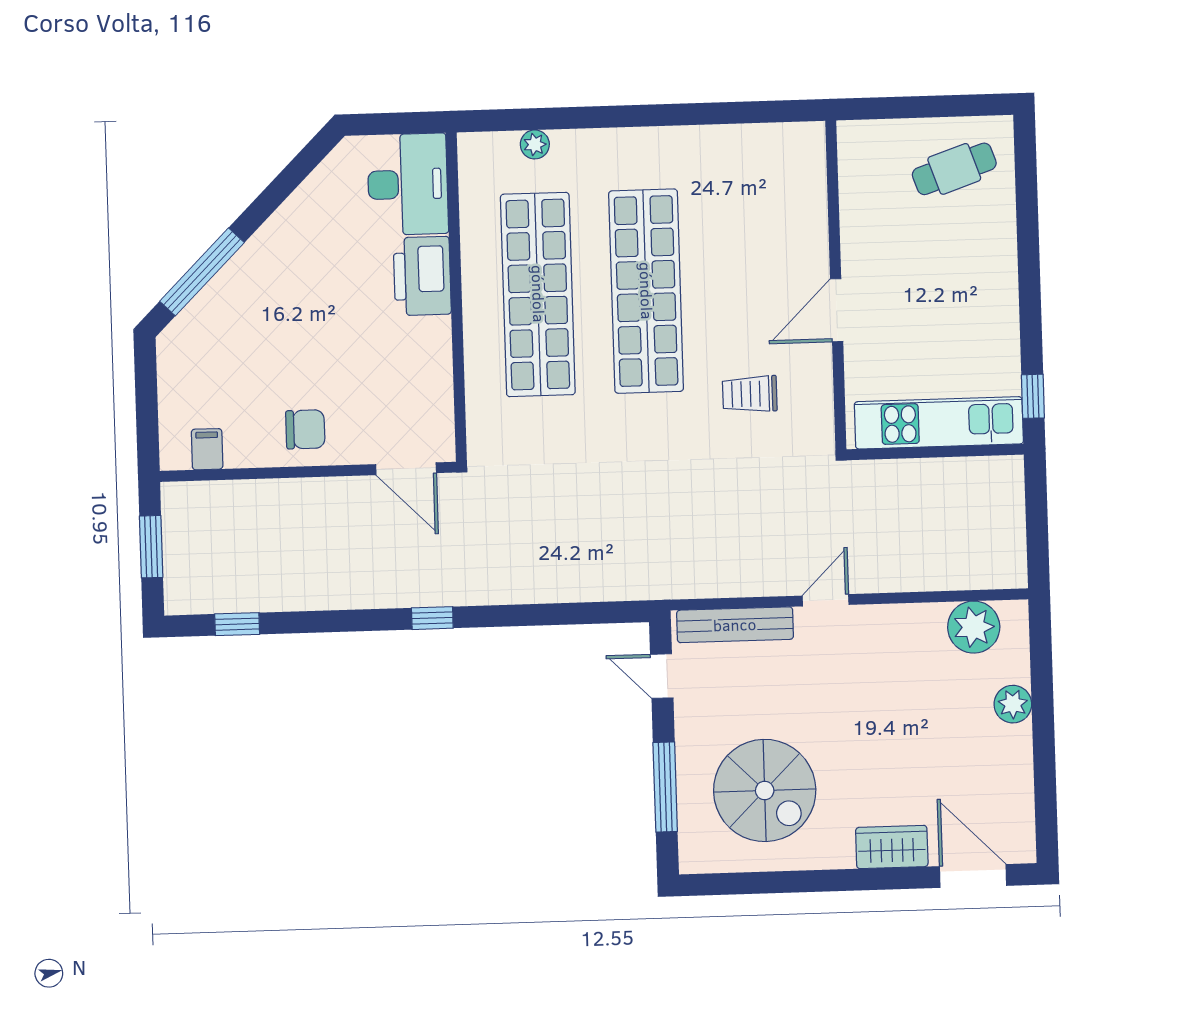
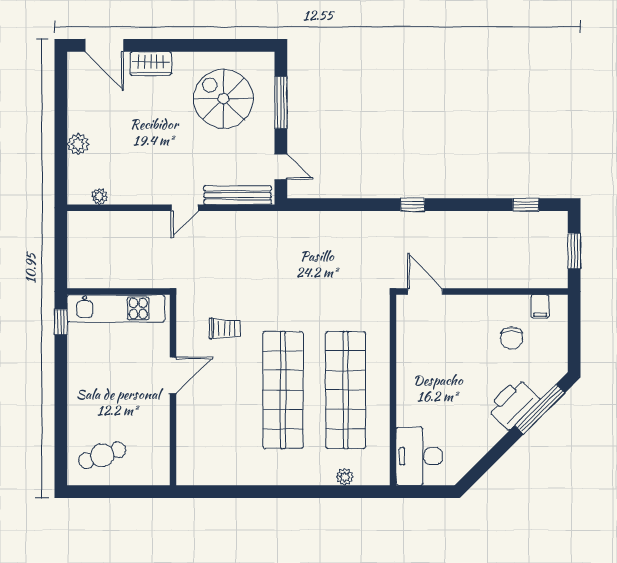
printer: (422, 276) -> (513, 404), moved, turned -135
chair: (305, 429) -> (511, 338), moved, turned -90
plant: (974, 627) -> (99, 197), width x0.53, depth x0.53

